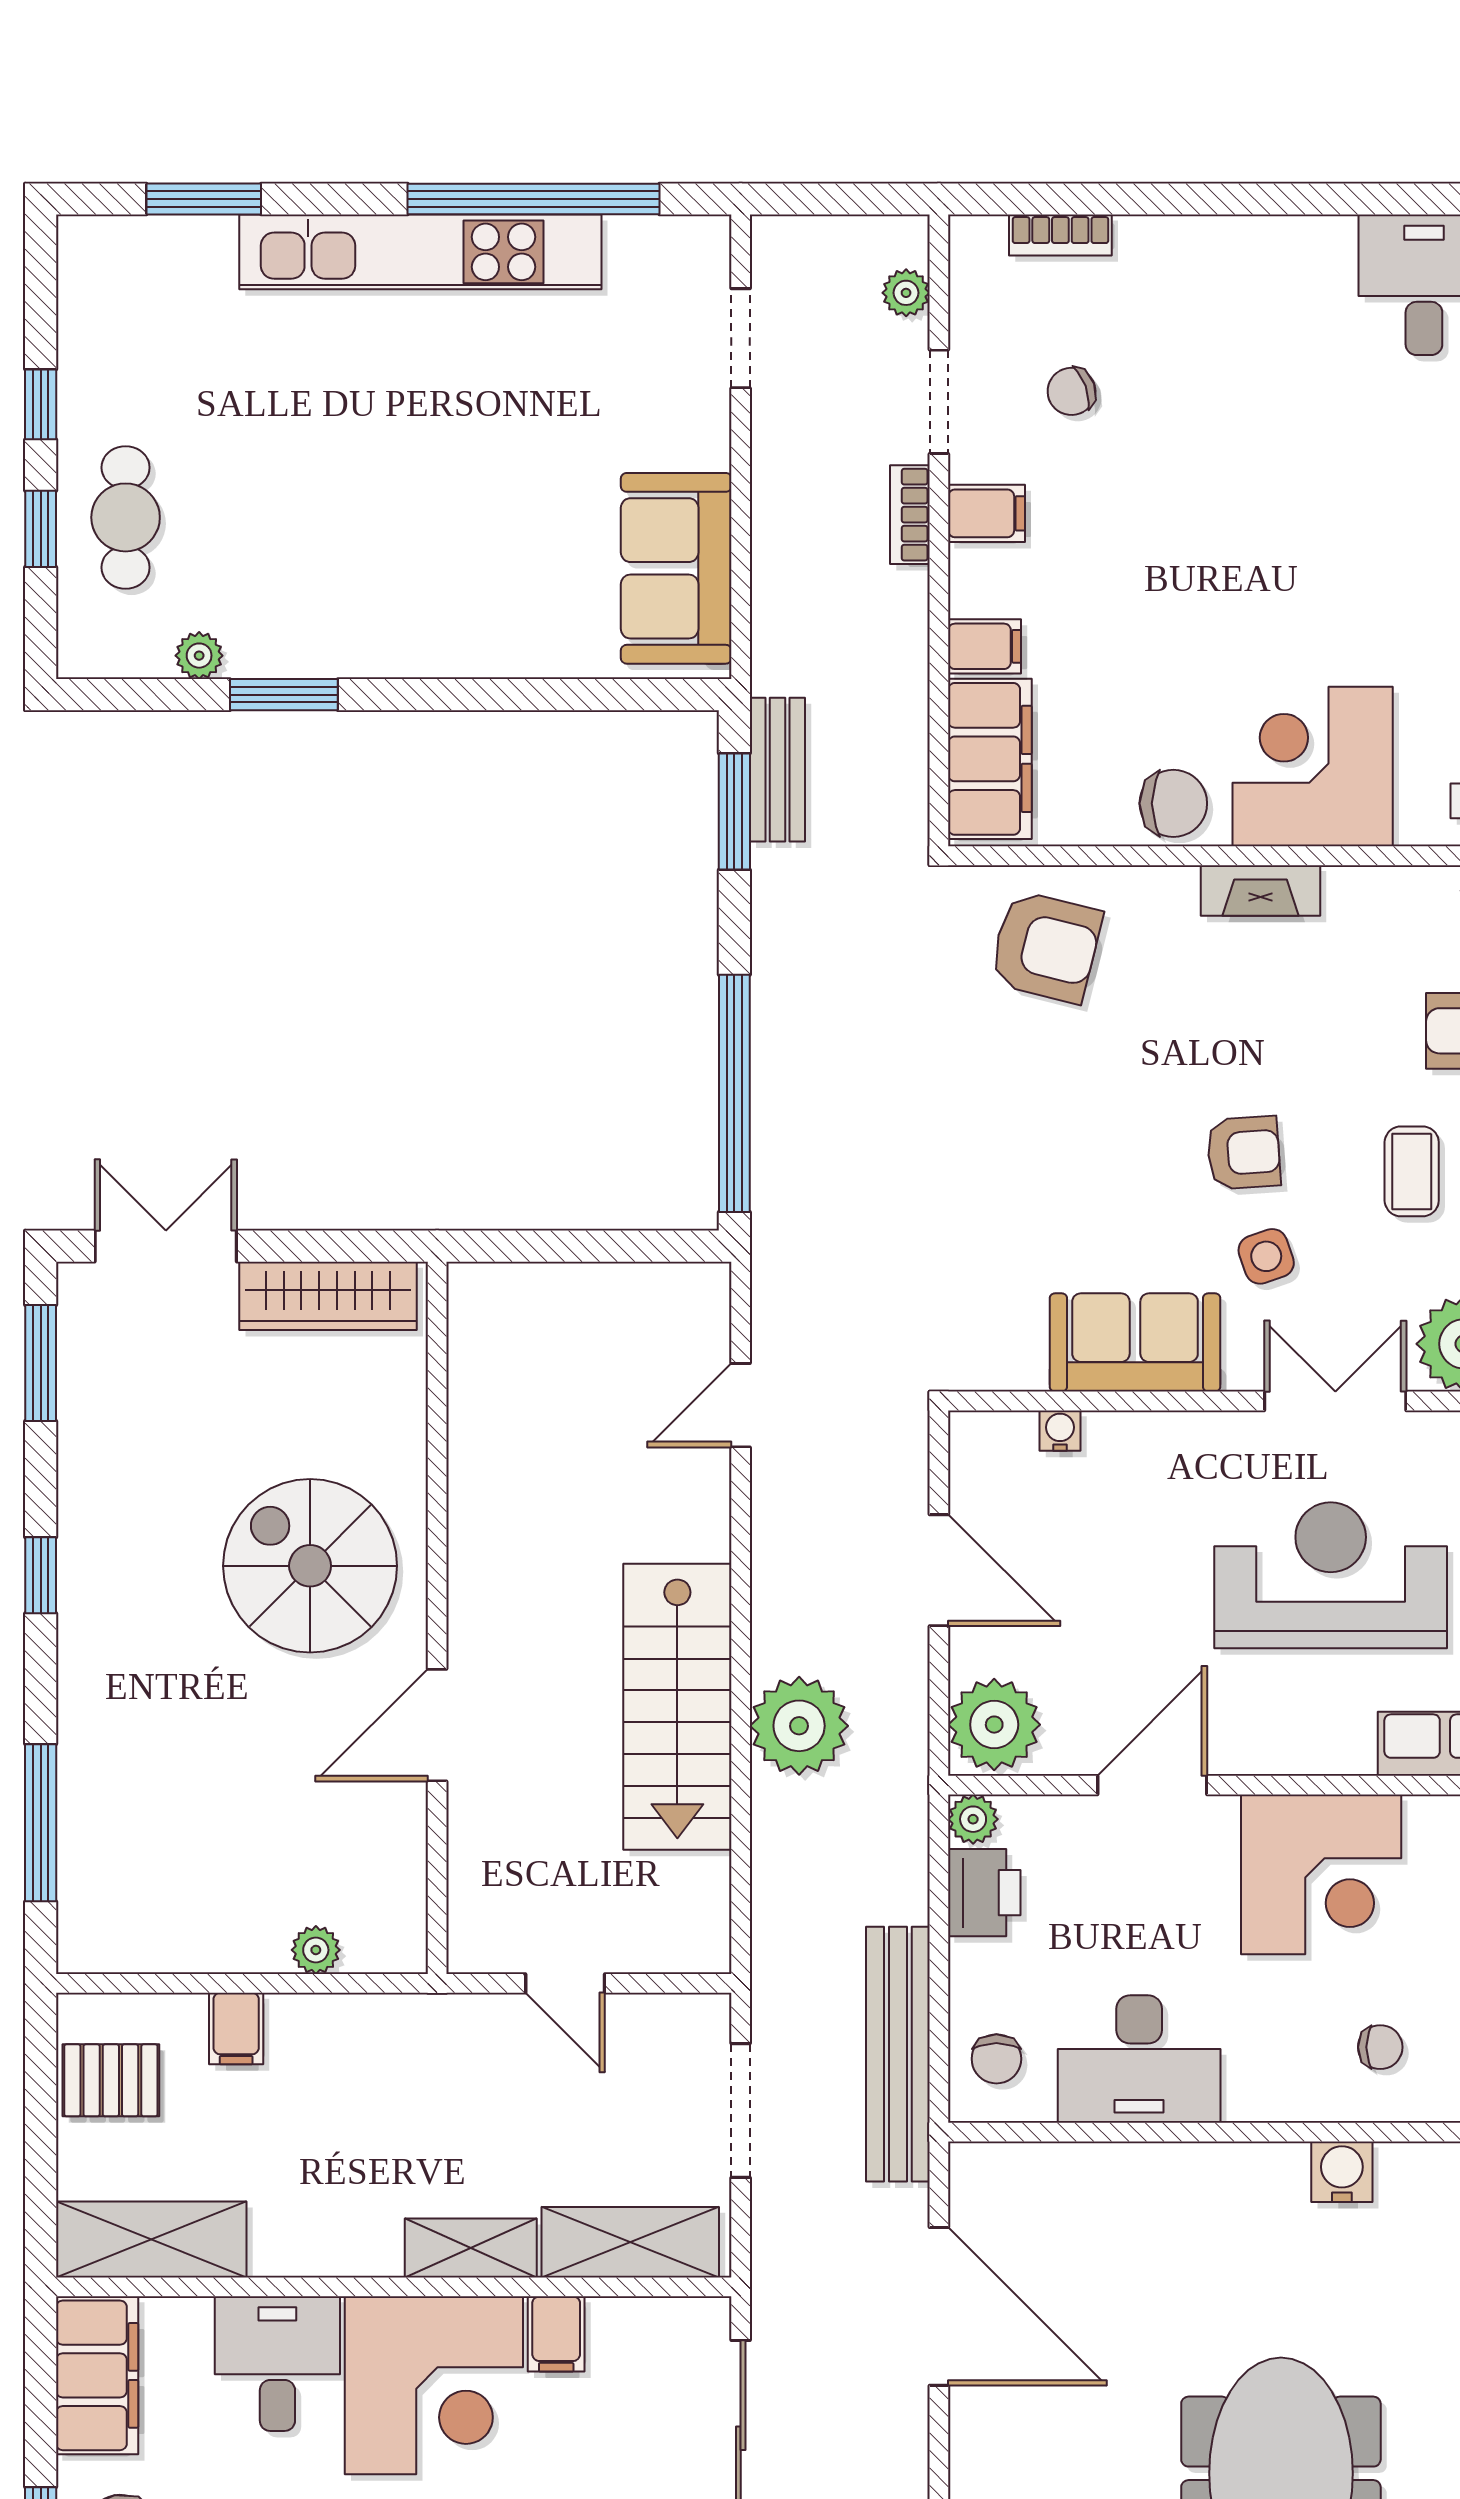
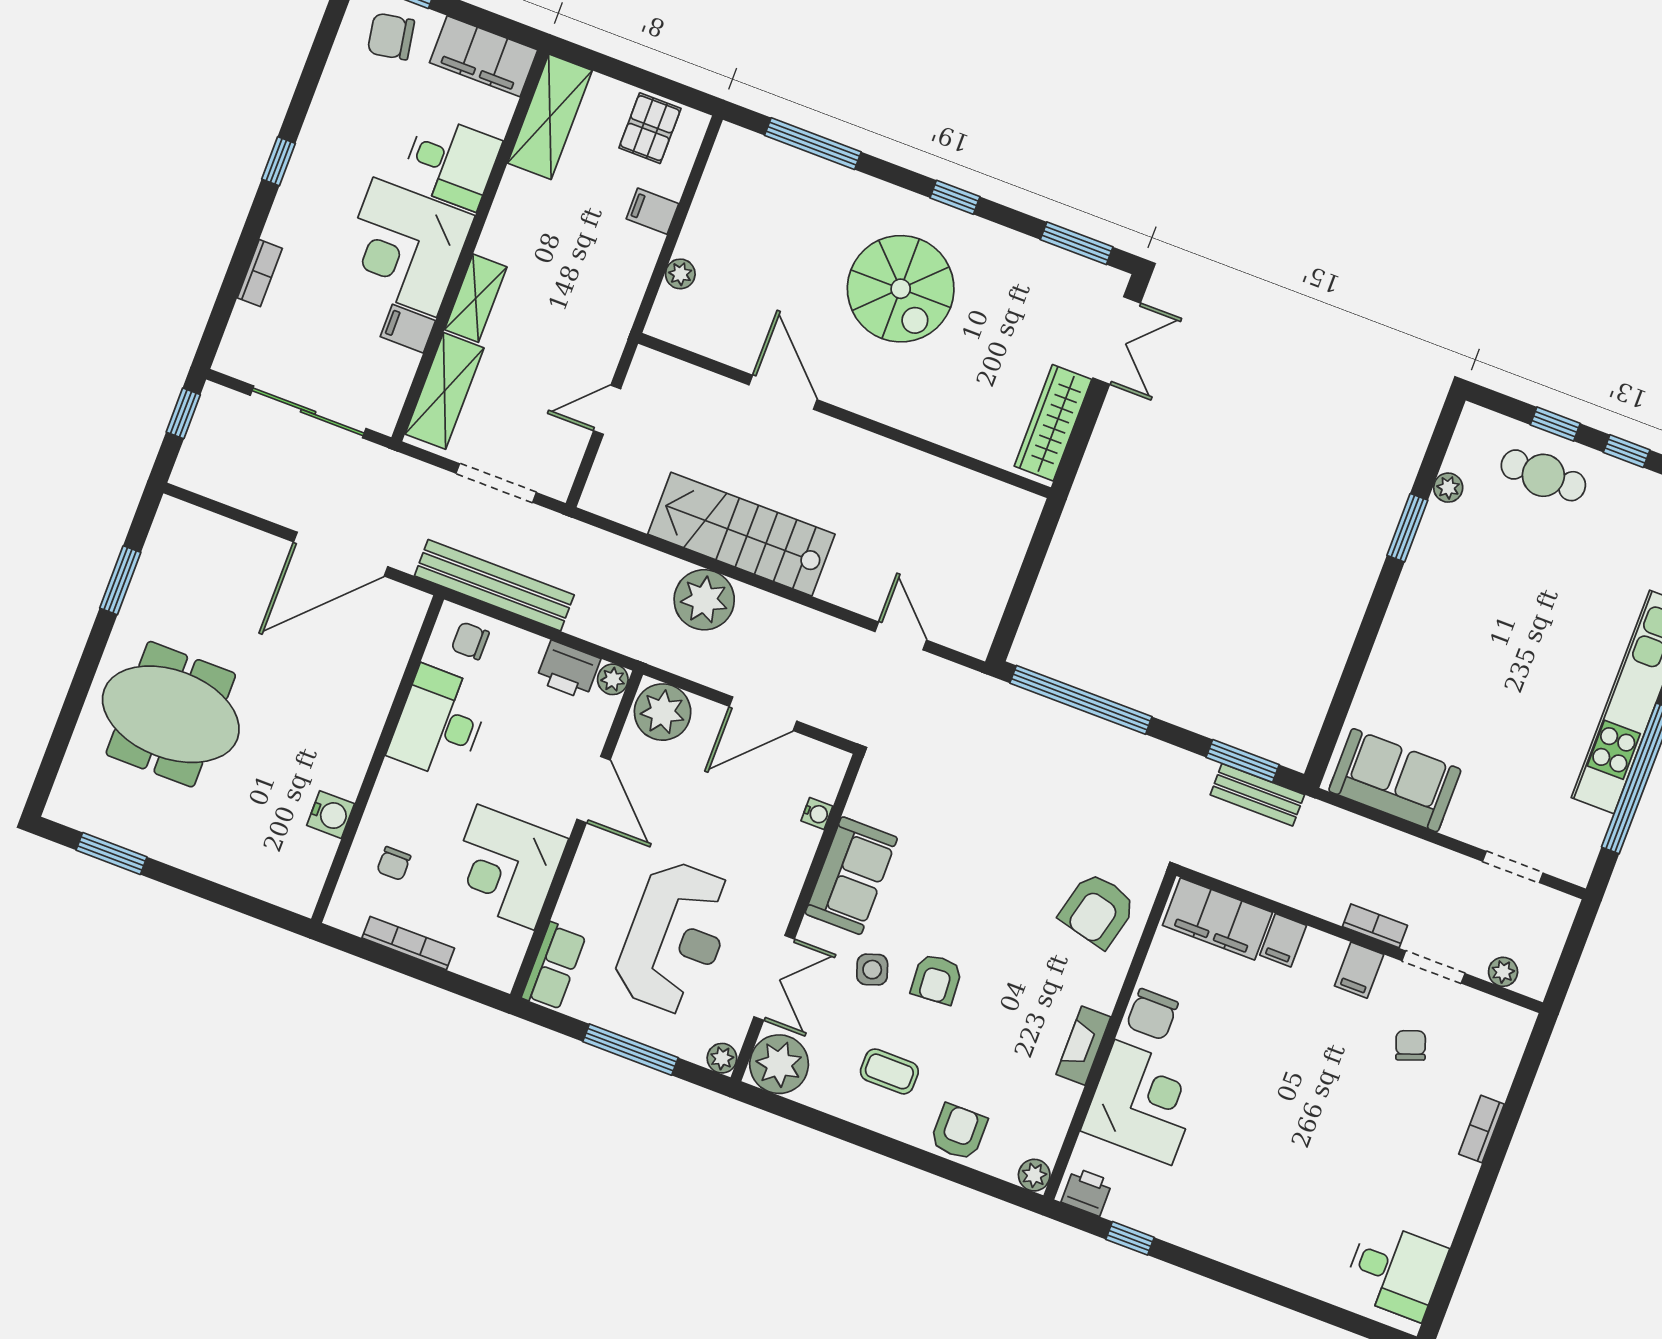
bookcase: (1060, 235) -> (1481, 1129), moved
spiral stairs: (310, 1566) -> (901, 289), moved, turned 90

